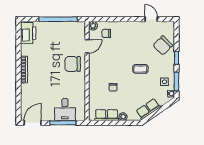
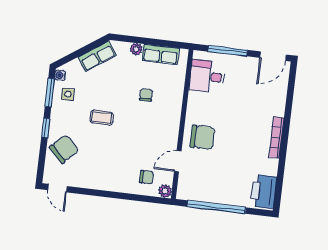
door: (151, 19) -> (57, 188), moved
desk: (65, 110) -> (207, 76), moved, turned -90

